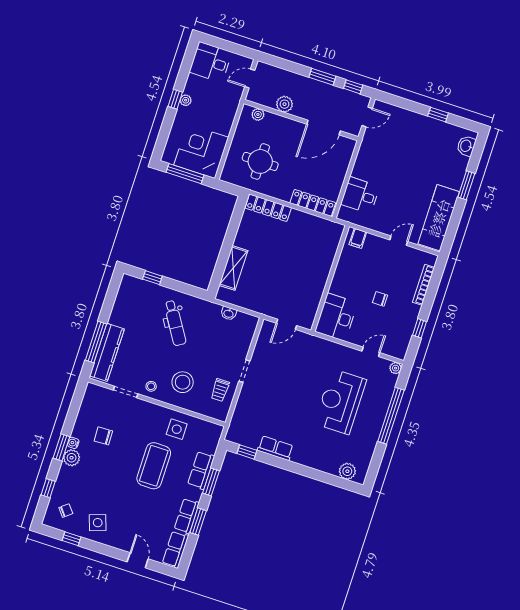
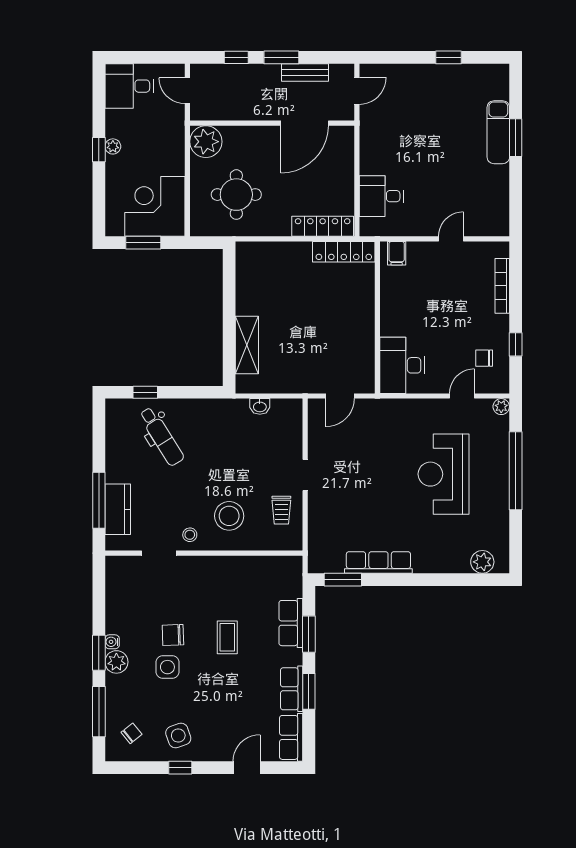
door: (250, 79) -> (187, 91), hinge flipped
window: (353, 87) -> (236, 57), moved
bench: (335, 93) -> (305, 73), added
plant: (285, 104) -> (244, 109), removed
plant: (258, 114) -> (206, 142), width x1.87, depth x1.87
washbasin: (466, 146) -> (499, 86), removed
window: (185, 174) -> (143, 243), width x0.69
locker: (268, 208) -> (344, 252), moved
exam couch: (439, 218) -> (498, 132), moved, width x0.73, depth x0.69
chair: (380, 299) -> (484, 358), moved
dental chair: (175, 323) -> (161, 436), moved
kitchen counter: (107, 352) -> (118, 509), width x0.67
side table: (177, 429) -> (167, 667), moved
chair: (103, 436) -> (173, 635), moved
row of seats: (275, 448) -> (378, 562), width x1.48
window: (247, 452) -> (343, 580), width x1.50
coffee table: (154, 466) -> (227, 637), width x0.54, depth x0.58
window: (48, 488) -> (99, 712), width x2.17
window: (72, 539) -> (180, 768), moved
door: (138, 560) -> (247, 768), hinge flipped

